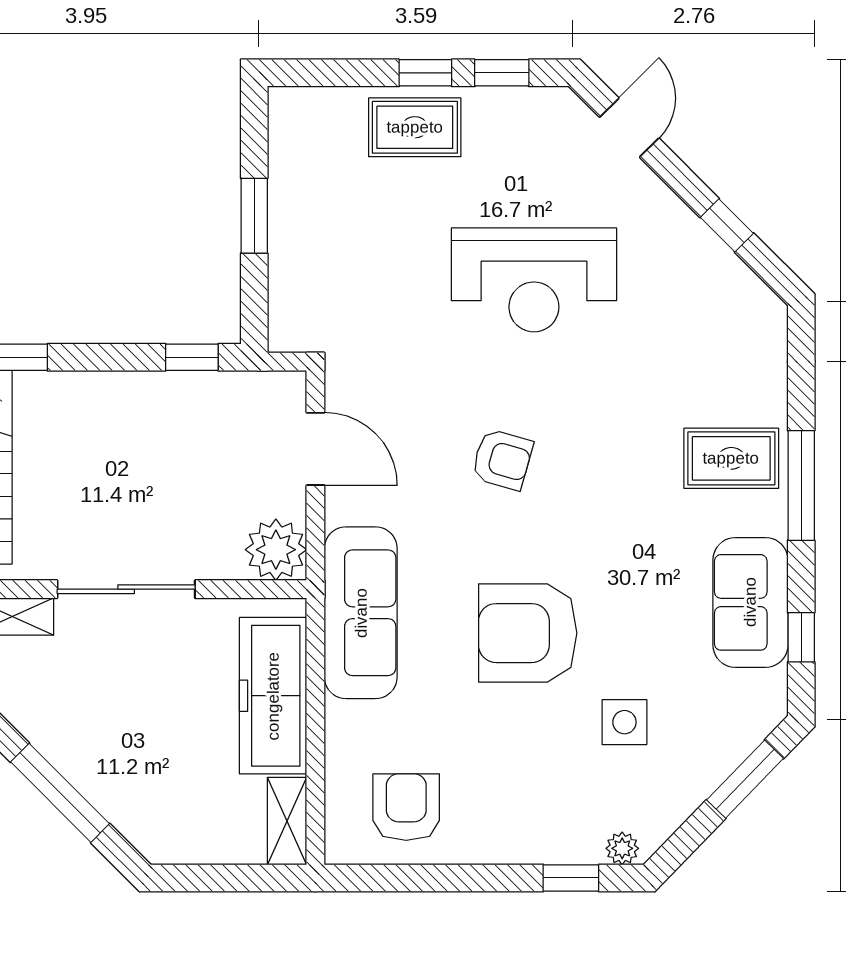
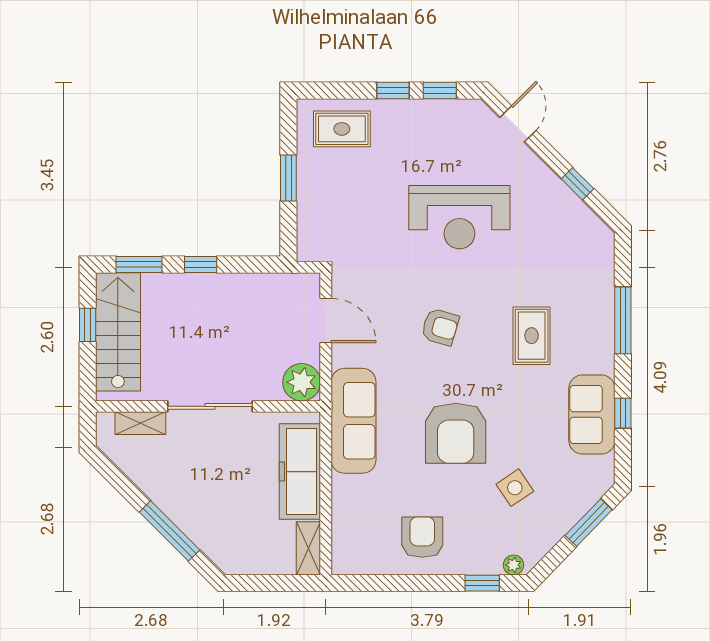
rug: (415, 127) -> (342, 129), moved
window: (192, 357) -> (201, 265), moved
rug: (731, 458) -> (532, 336), moved, turned 90
window: (801, 485) -> (623, 320), moved
armchair: (528, 633) -> (456, 433), turned -90
window: (801, 637) -> (623, 413), moved
side table: (624, 722) -> (515, 488), turned -34
armchair: (406, 807) -> (422, 537), moved

